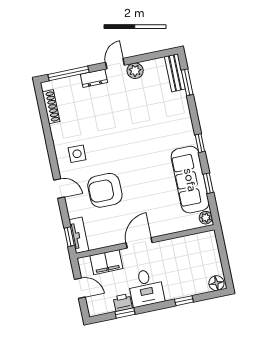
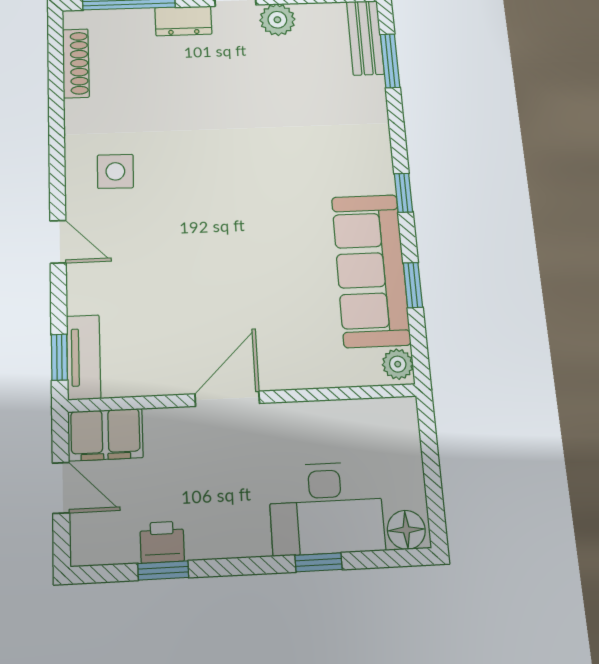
armchair: (105, 190) -> (166, 263), removed
filing cabinet: (106, 262) -> (105, 435), moved
desk: (146, 288) -> (326, 508), moved, width x1.37

